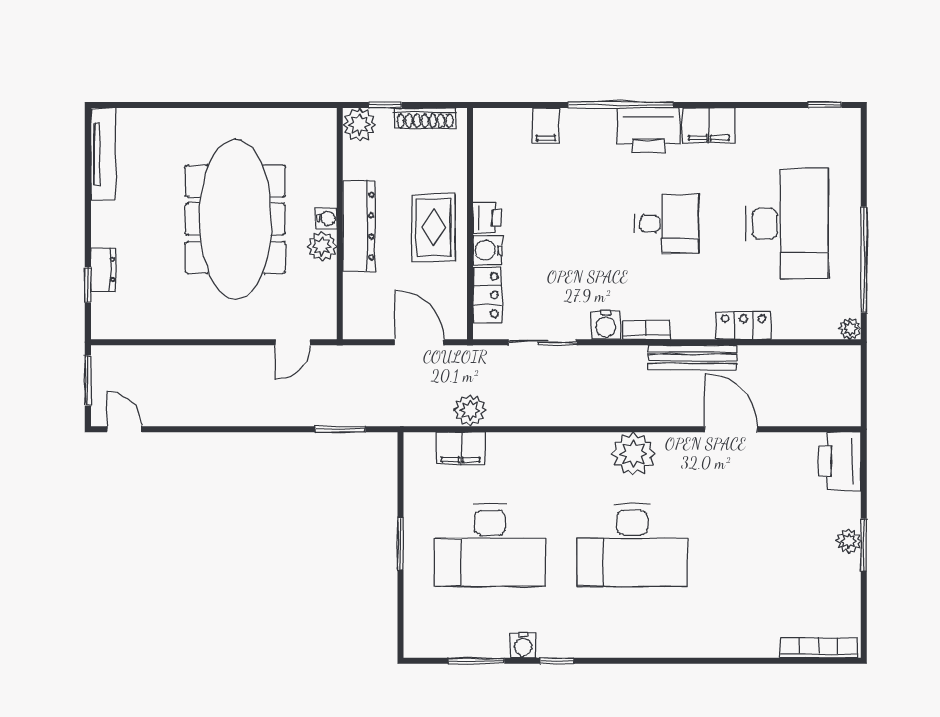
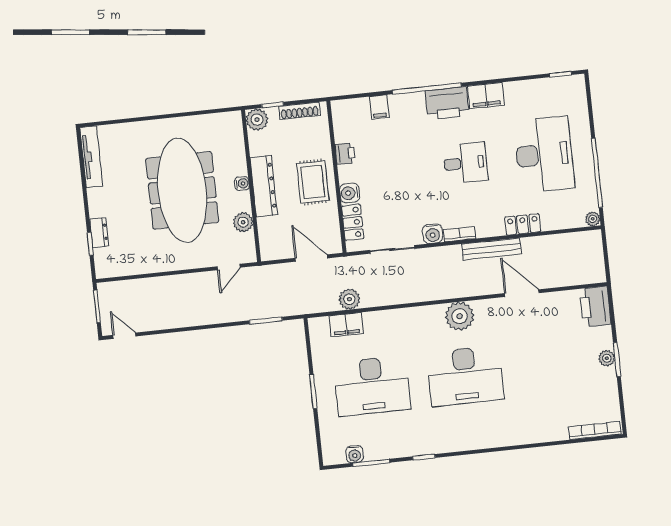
printer: (487, 218) -> (345, 154), moved
plant: (322, 246) -> (243, 222), moved
water cooler: (523, 645) -> (355, 454), moved

